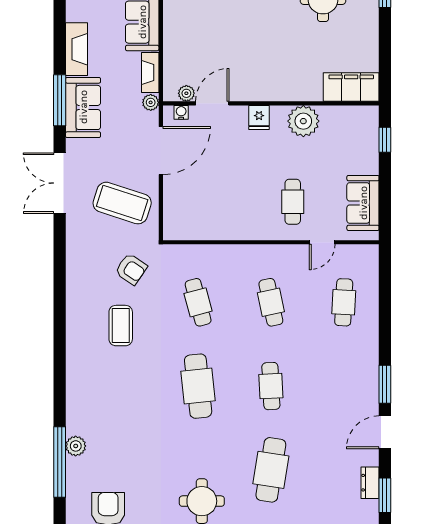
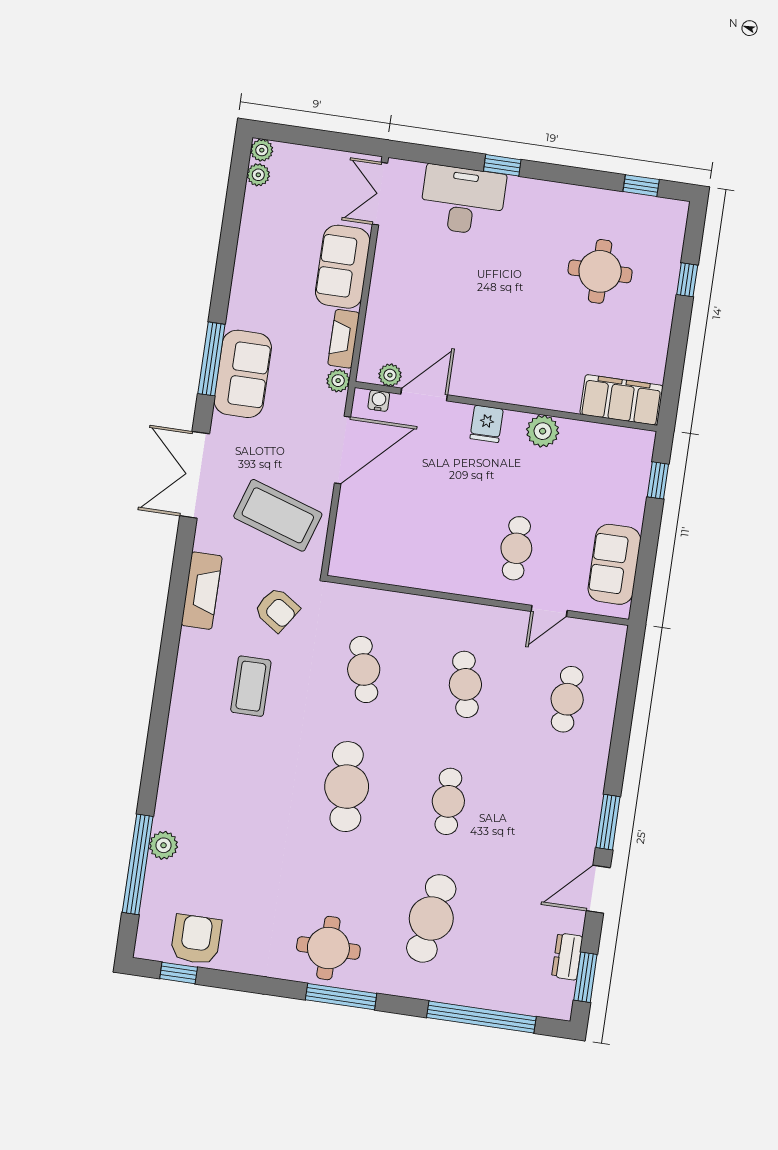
fireplace: (76, 49) -> (202, 591), moved
plant: (303, 121) -> (543, 431), width x0.73, depth x0.73

